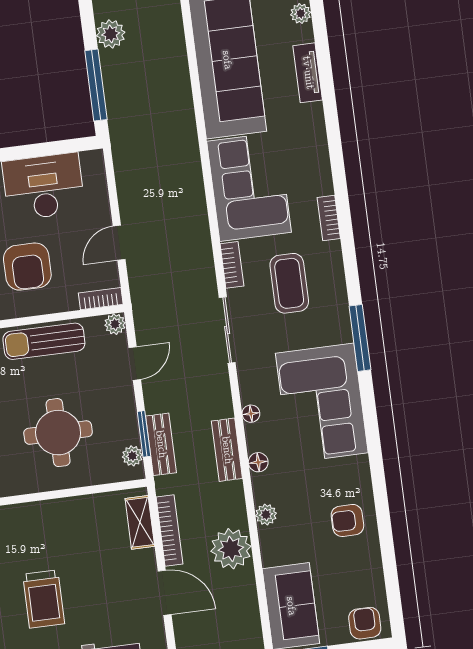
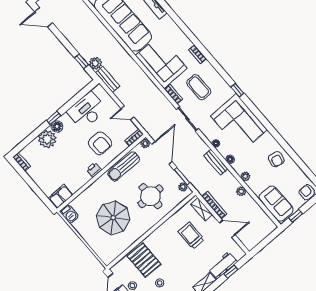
plant: (111, 34) -> (95, 63), moved
window: (96, 85) -> (82, 61), width x0.46
door: (119, 243) -> (128, 113), hinge flipped
window: (360, 338) -> (237, 90), width x0.46
door: (135, 363) -> (162, 153), width x1.87
bench: (161, 444) -> (108, 79), moved
armchair: (347, 520) -> (276, 159), turned -77
plant: (231, 549) -> (241, 191), width x0.53, depth x0.53
trolley: (44, 599) -> (191, 236), moved, turned 180

